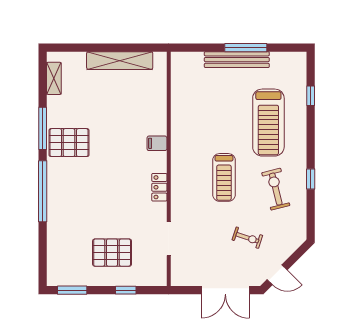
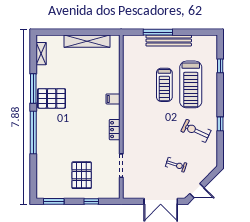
window: (246, 48) -> (158, 32), moved
treadmill: (224, 177) -> (164, 85), moved
exercise bike: (276, 189) -> (196, 131), turned -51
pallet: (112, 253) -> (82, 175), turned 90

